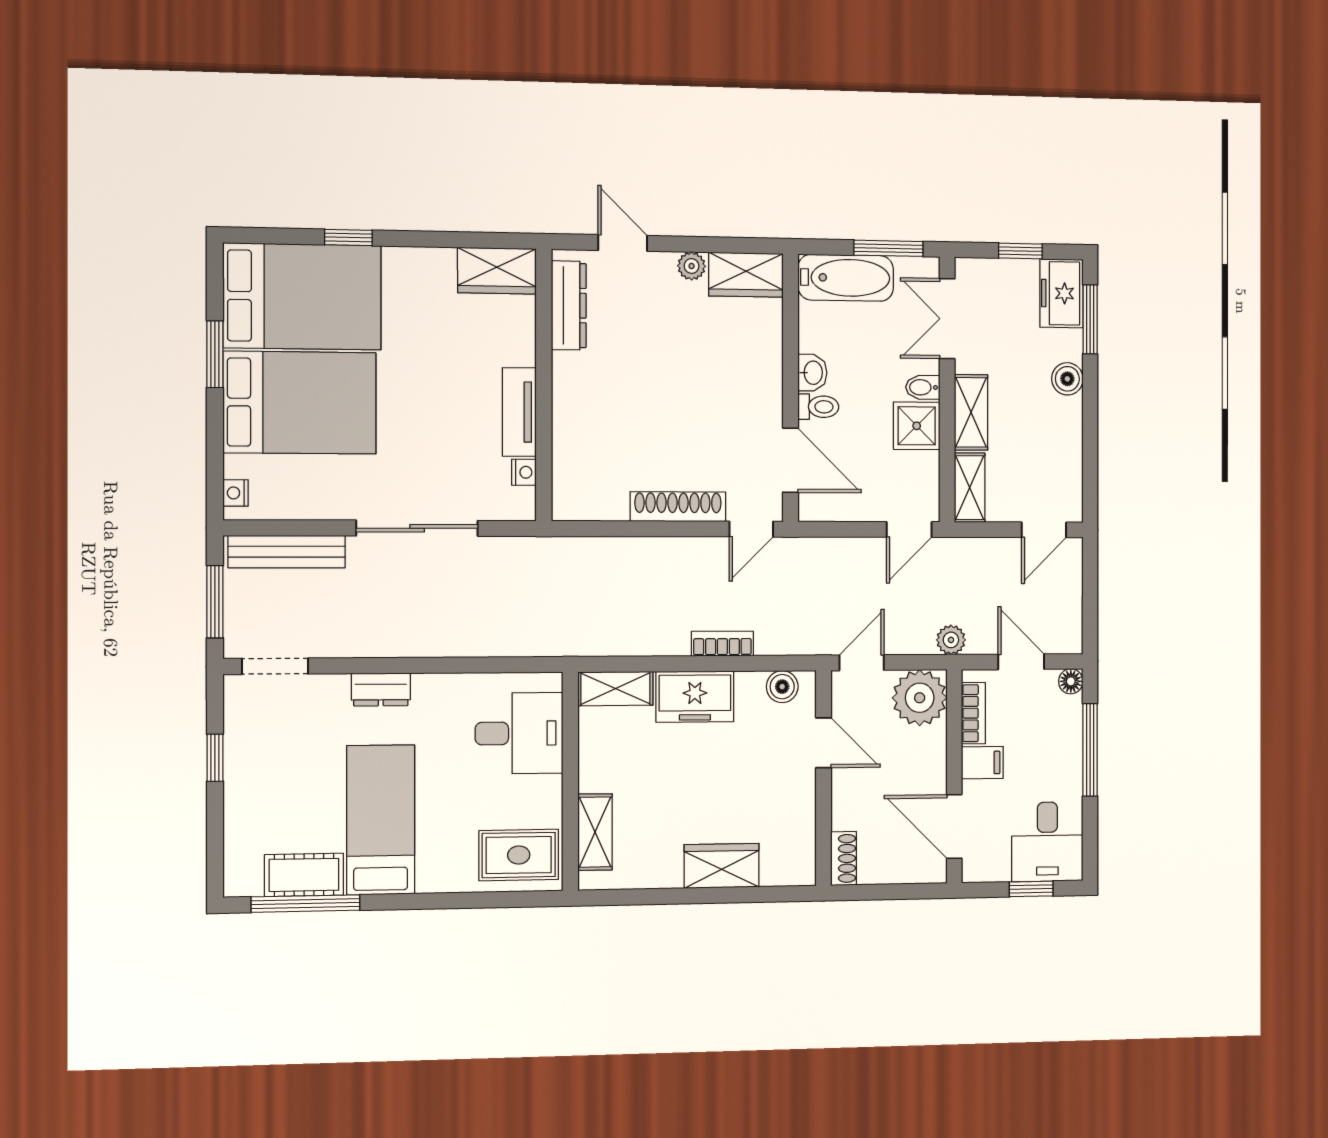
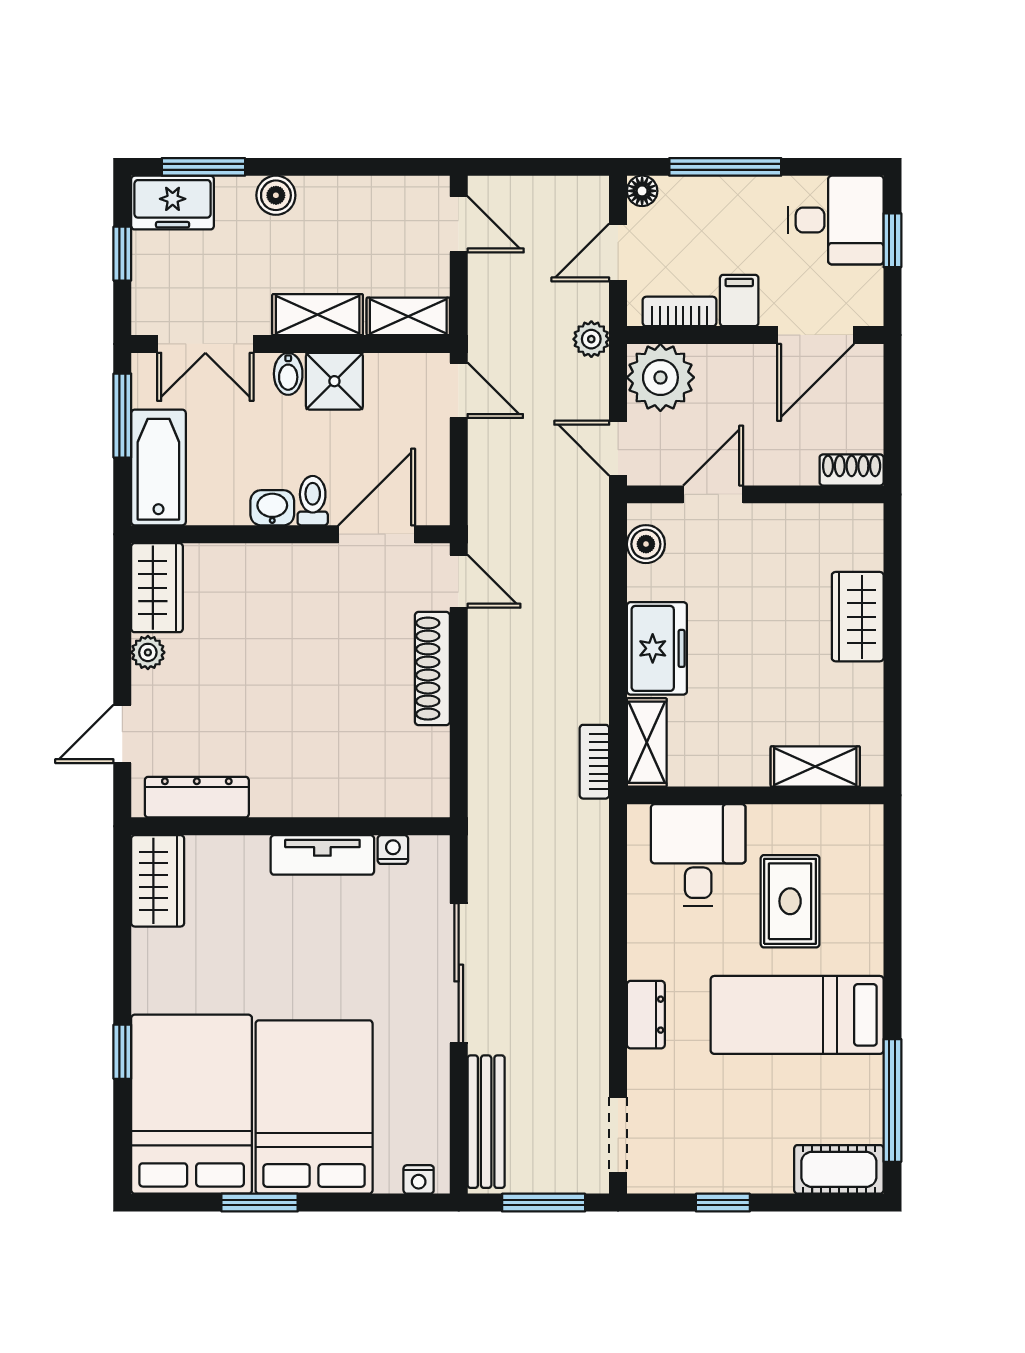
bookcase: (722, 644) -> (594, 762), moved
rug: (519, 855) -> (790, 901), moved
cot: (304, 875) -> (839, 1169), moved, turned 90

